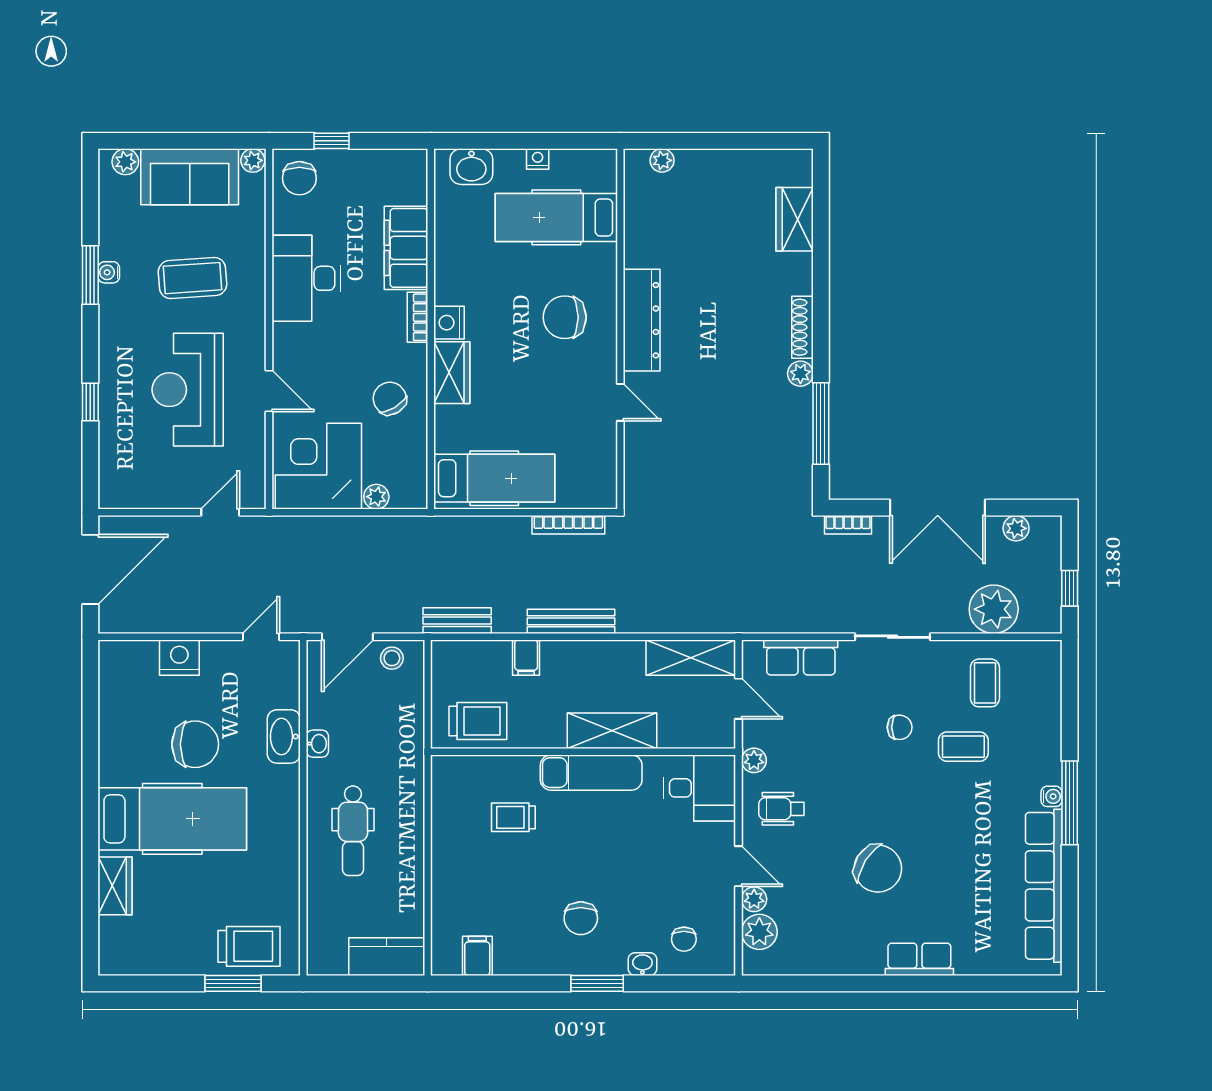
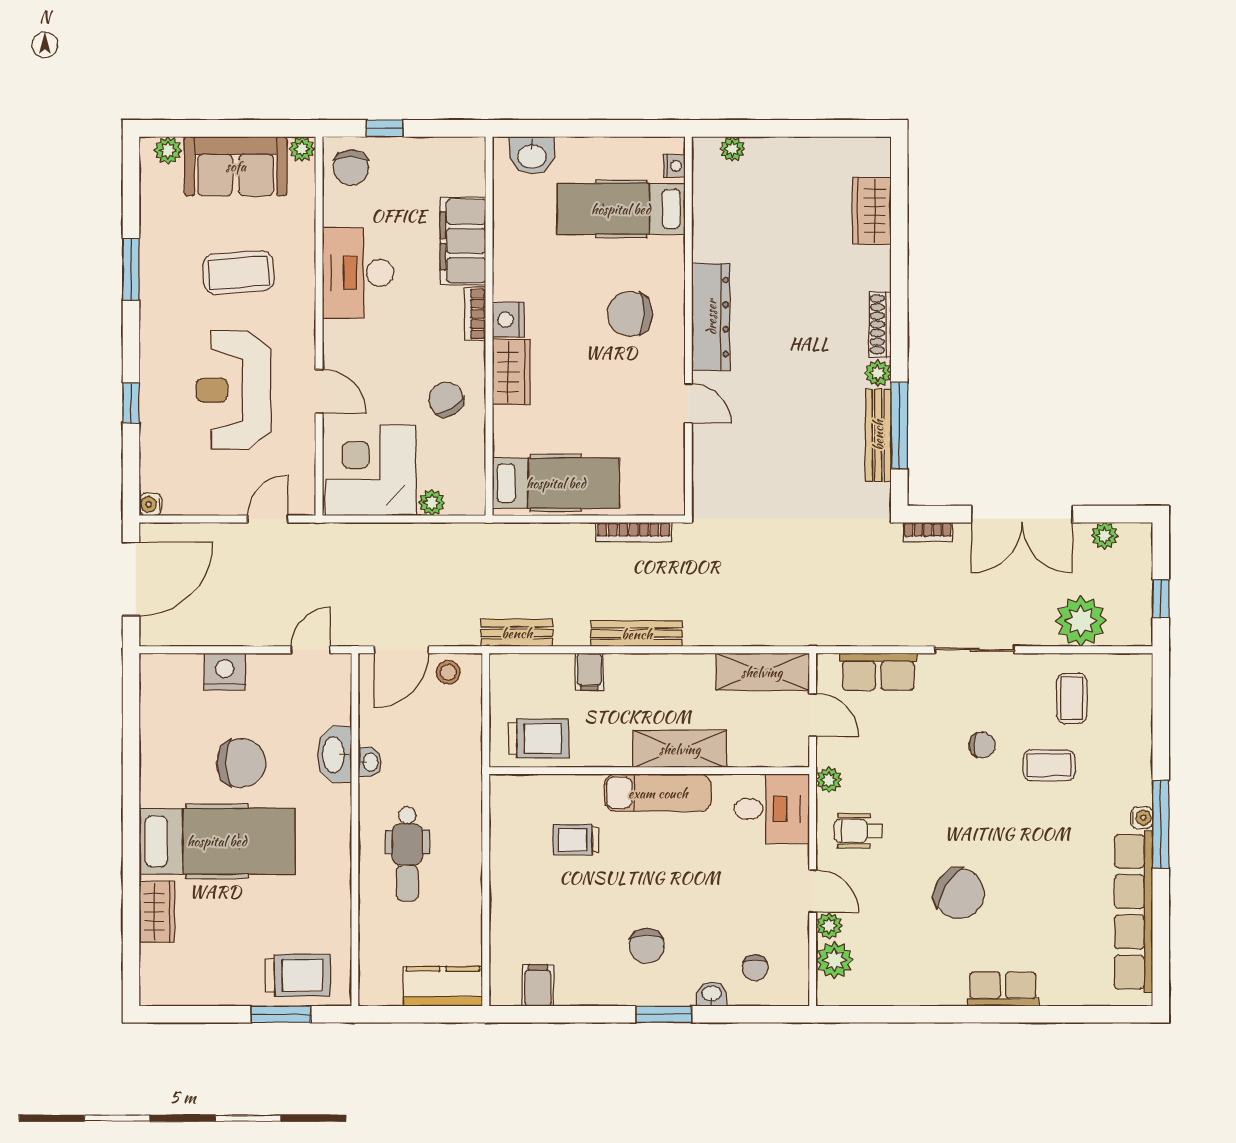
nightstand: (538, 159) -> (674, 166), moved, turned 90
water cooler: (109, 272) -> (150, 504), moved
bench: (801, 433) -> (878, 435), added

